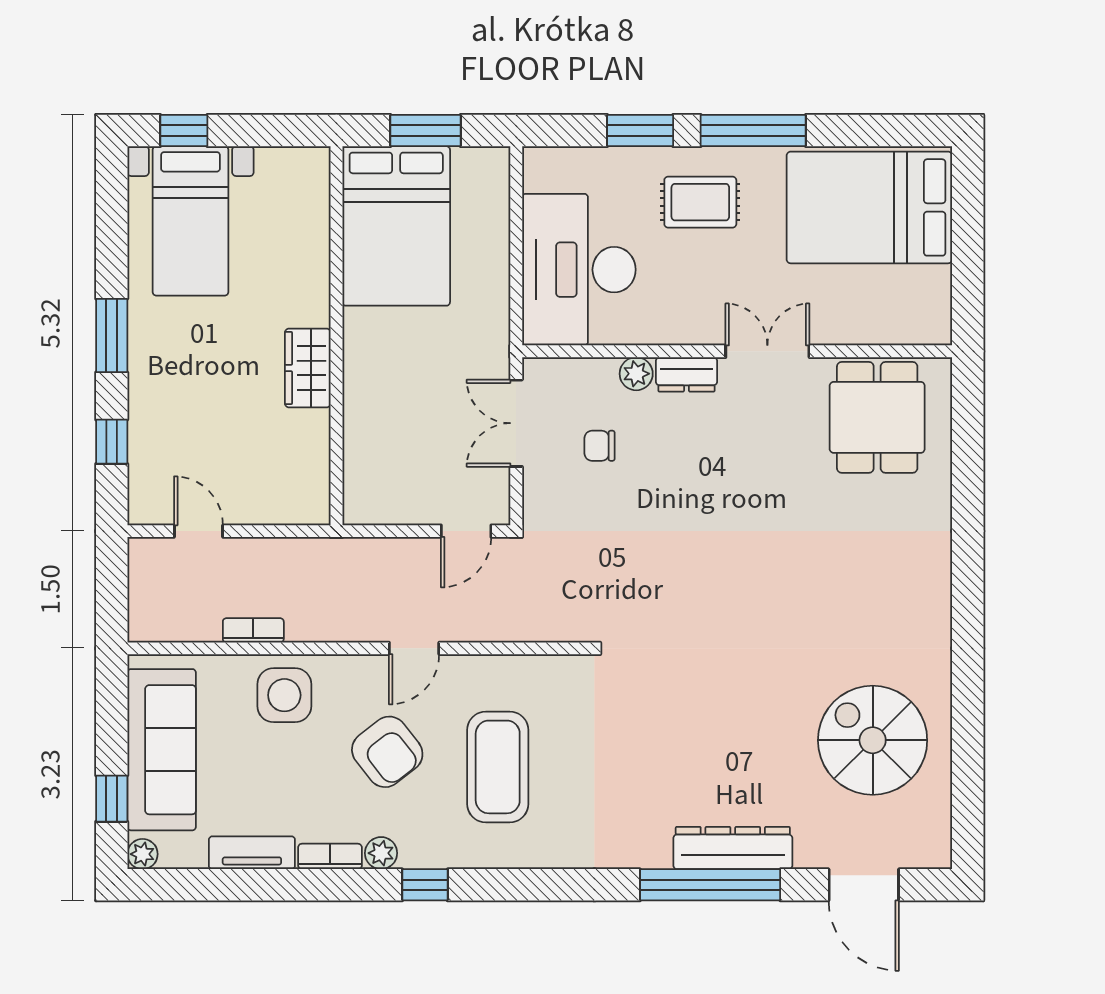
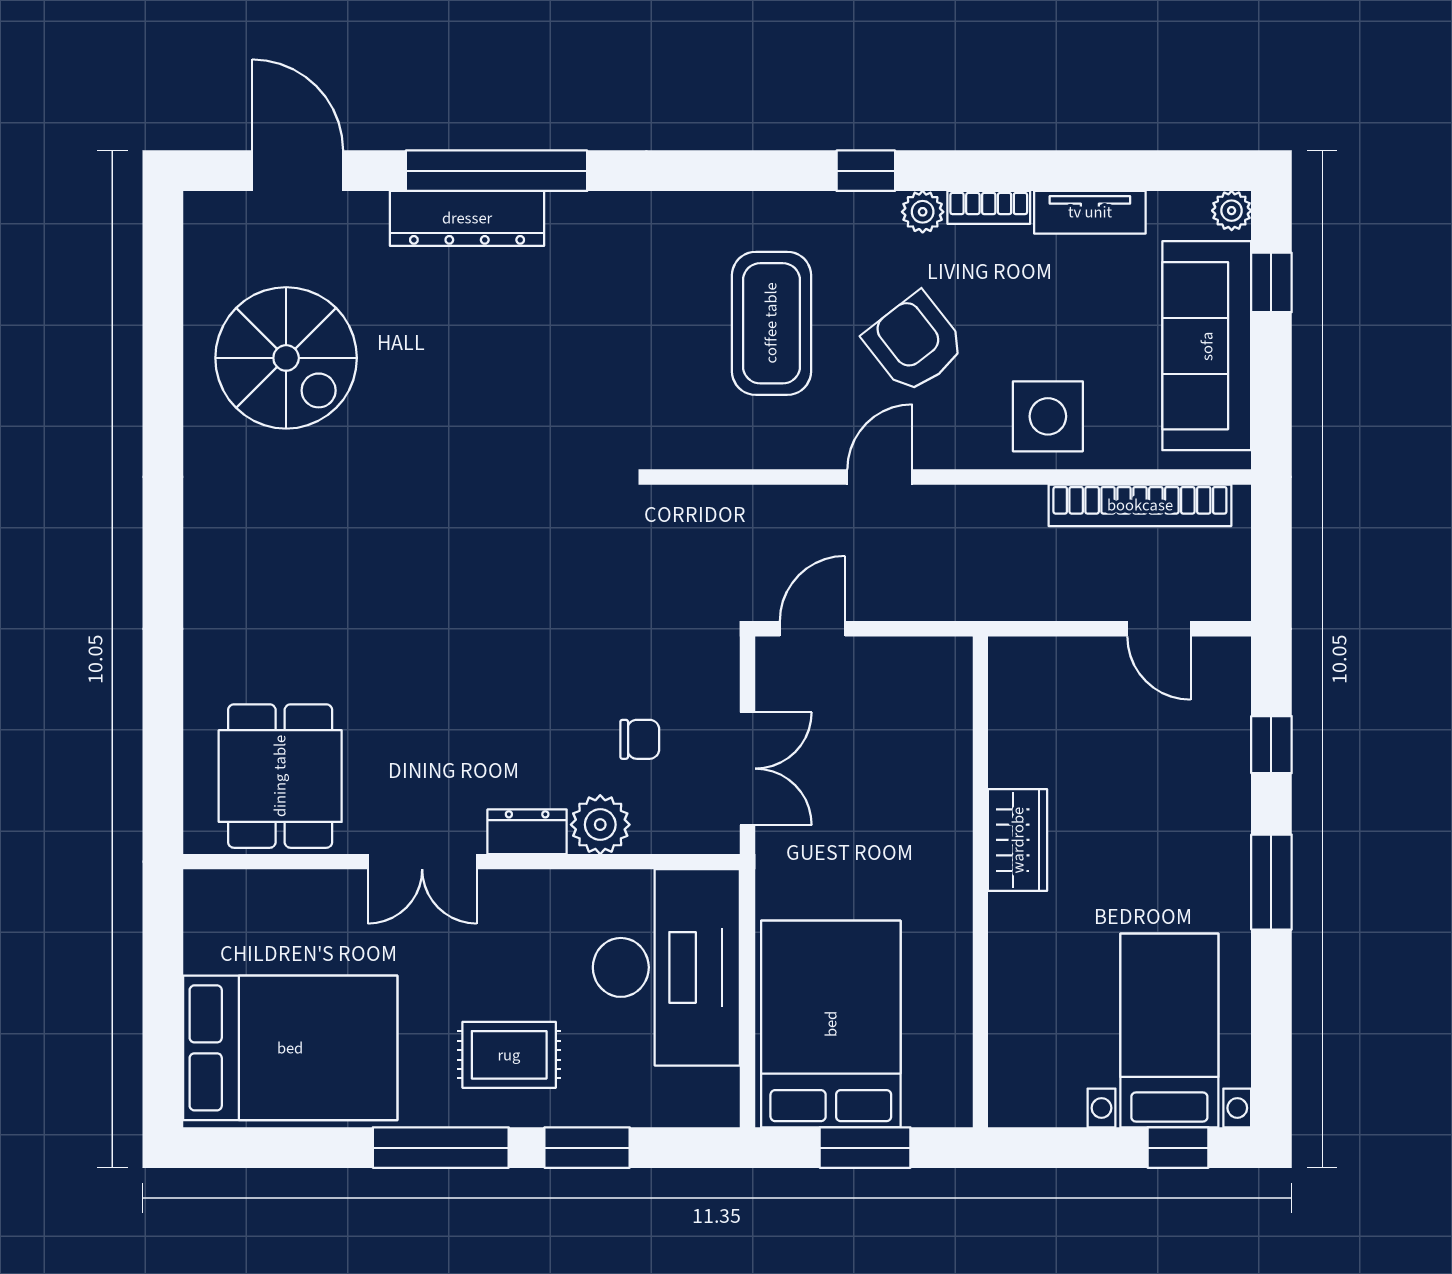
bed: (396, 226) -> (831, 1024), moved
plant: (636, 374) -> (600, 825), width x1.38, depth x1.38
bookcase: (253, 630) -> (1140, 505), width x2.31, depth x1.31

